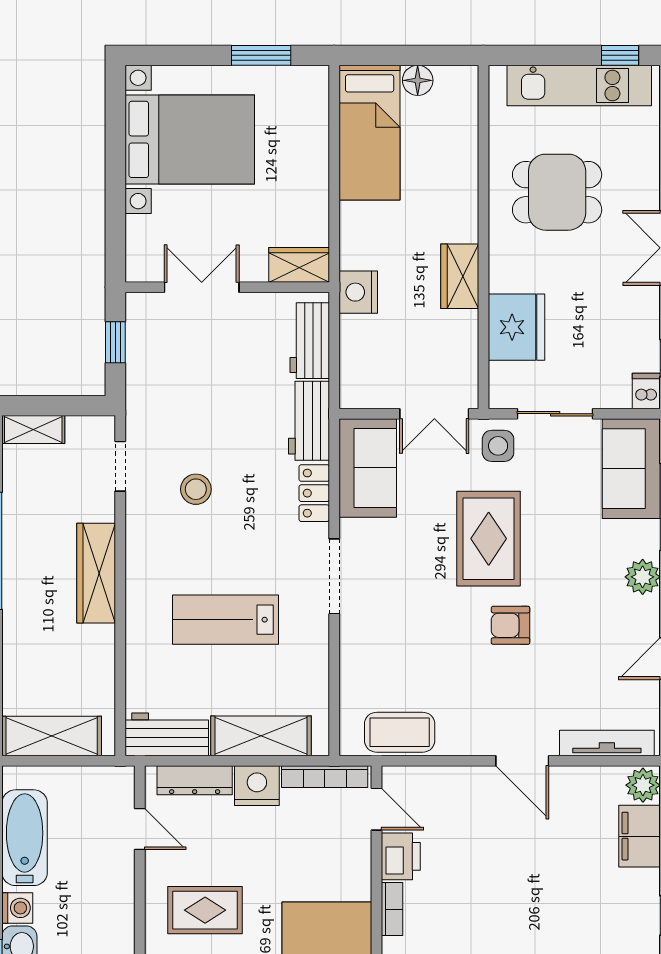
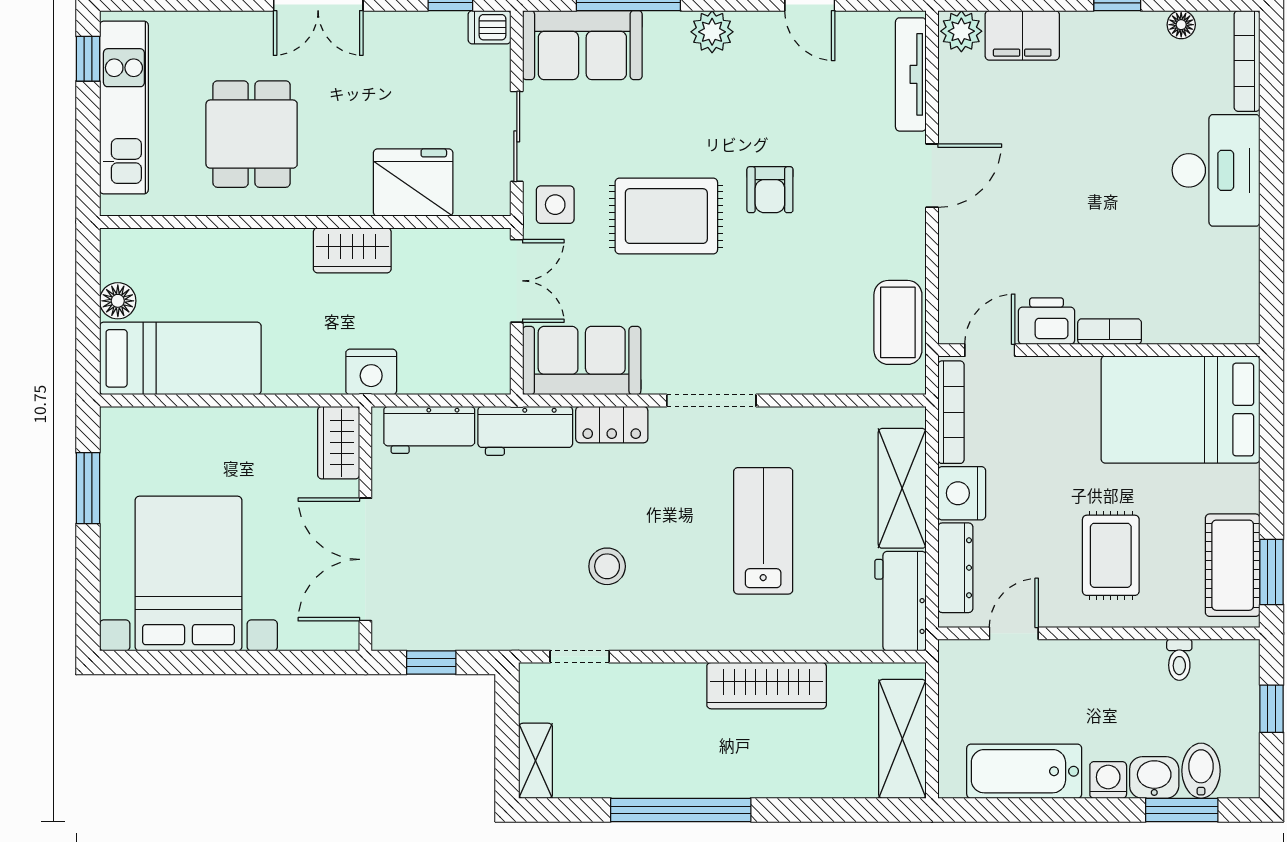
double door: (202, 287) -> (365, 559), width x1.37
wardrobe: (96, 573) -> (767, 686), moved
lab bench: (226, 620) -> (763, 531), turned 180

